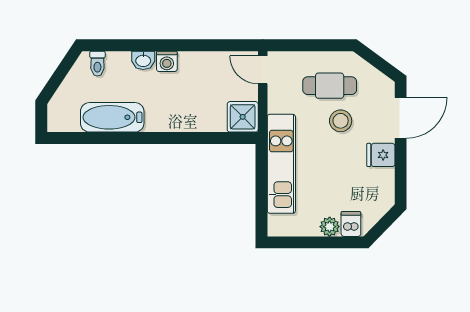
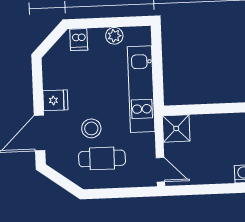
plant: (330, 227) -> (114, 36), moved

